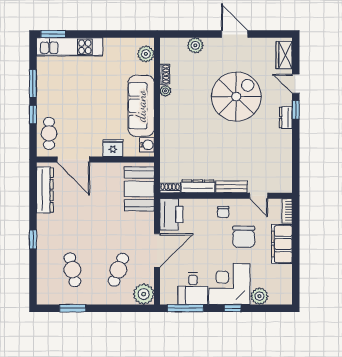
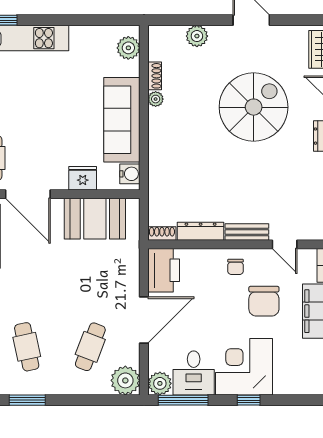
booth: (139, 189) -> (95, 219), moved, turned 90
plant: (259, 296) -> (160, 383), moved

